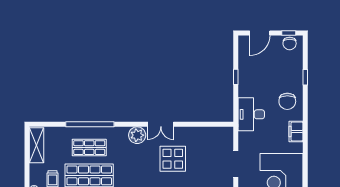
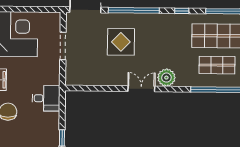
desk: (251, 114) -> (46, 98), width x0.73
display table: (173, 159) -> (121, 42), moved

